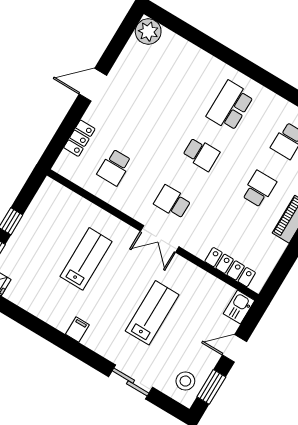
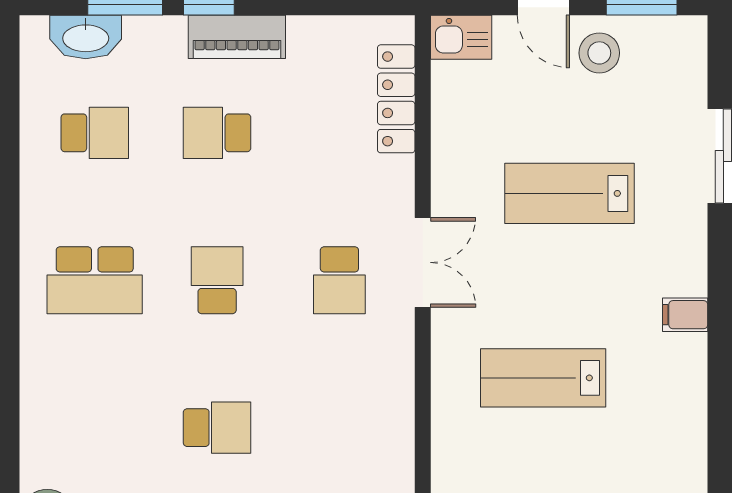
school desk: (115, 167) -> (217, 428), moved
stool: (185, 381) -> (599, 53), moved

